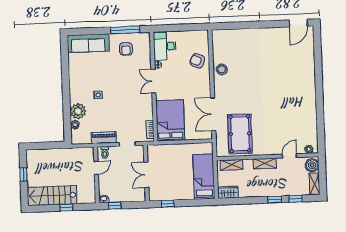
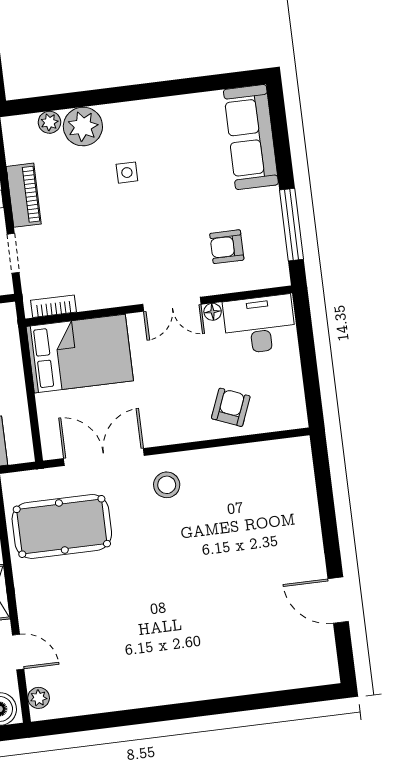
door: (298, 23) -> (338, 600), moved
armchair: (126, 49) -> (227, 247), moved
stool: (222, 69) -> (167, 485), moved
double door: (153, 81) -> (172, 304), swing flipped

